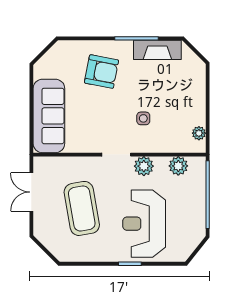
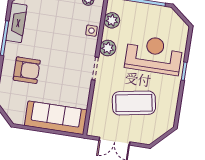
armchair: (102, 72) -> (27, 70), turned 79
side table: (143, 118) -> (91, 31), moved
reception desk: (144, 224) -> (154, 55), turned 180

